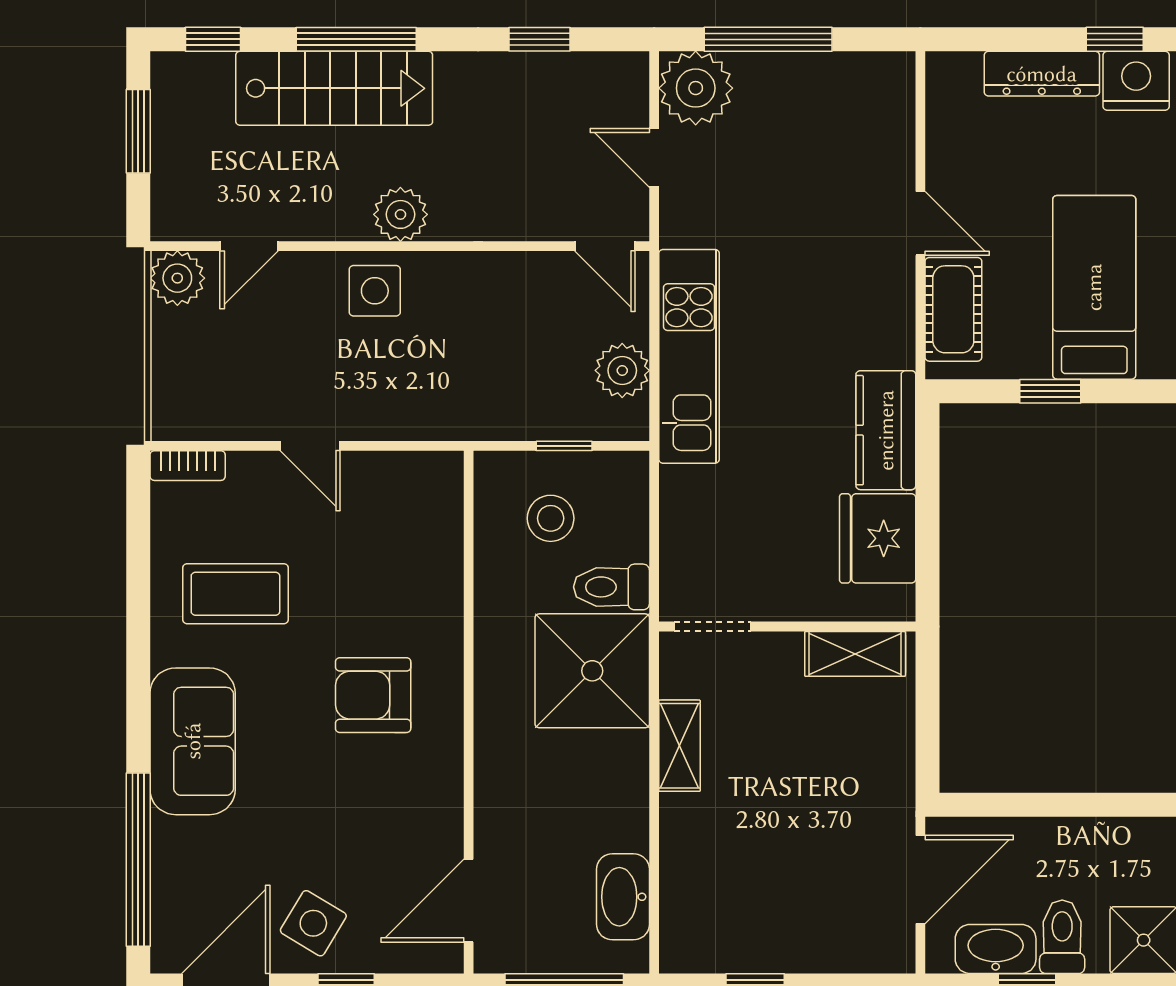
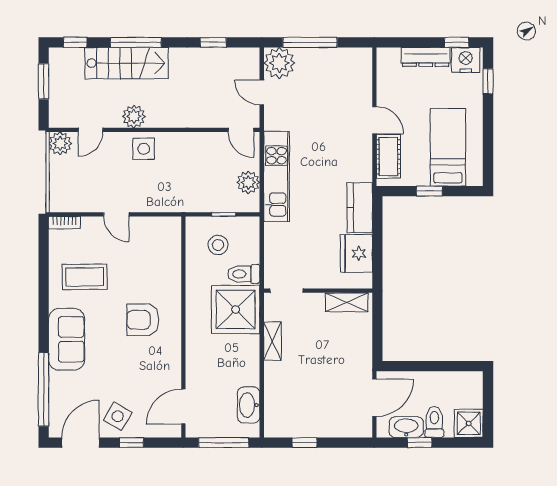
plant: (400, 214) -> (134, 116), moved

